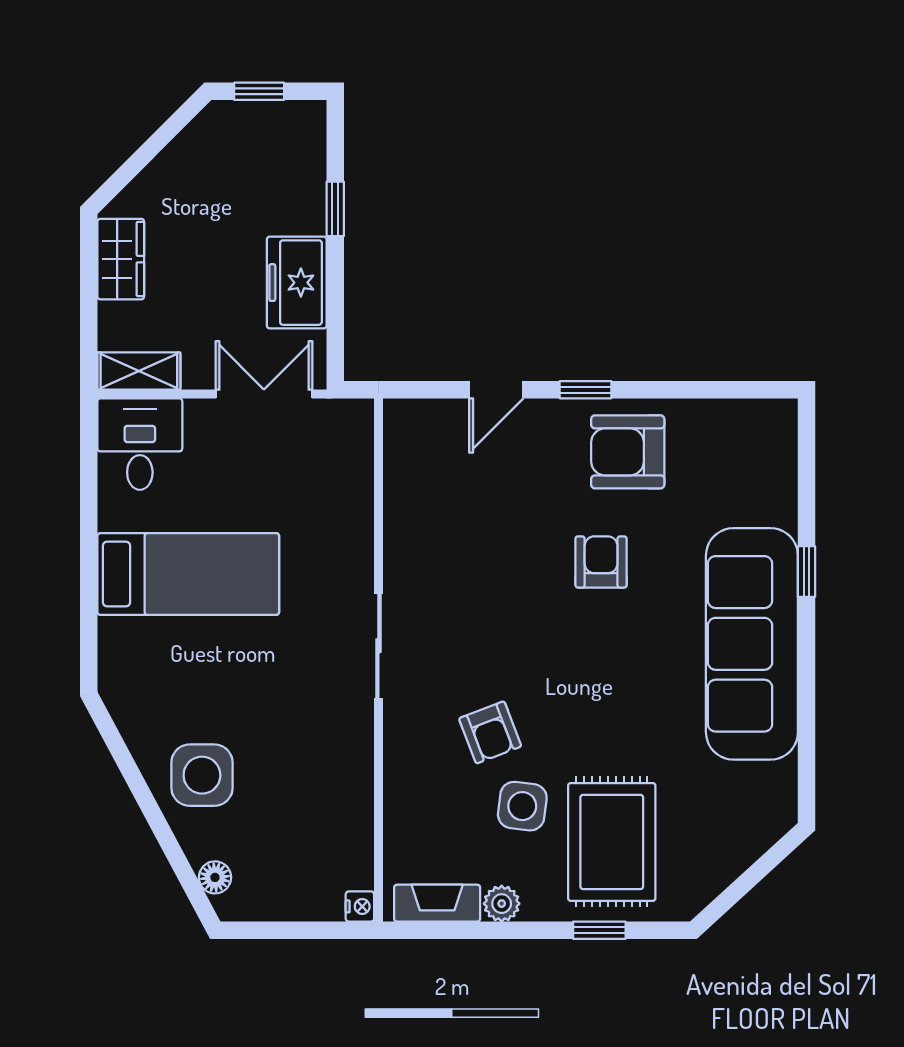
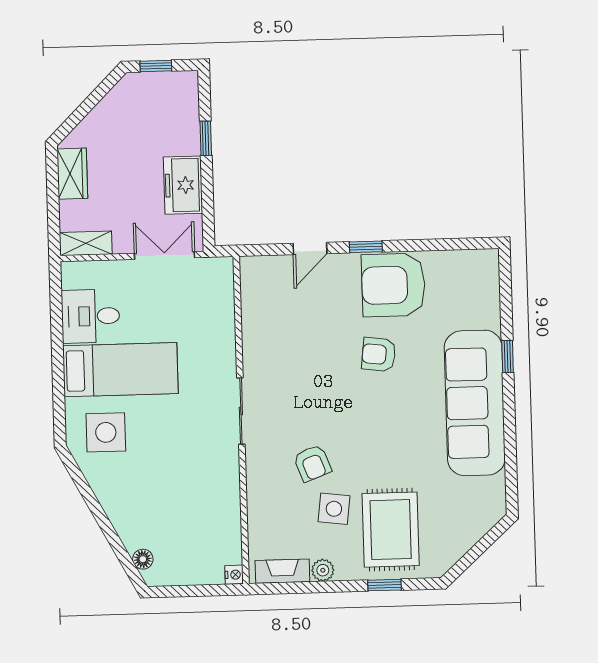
desk: (140, 444) -> (91, 316), moved, turned -90
armchair: (628, 452) -> (393, 285), width x1.36, depth x1.36
armchair: (601, 562) -> (379, 354), turned -83
side table: (202, 775) -> (106, 432), moved

